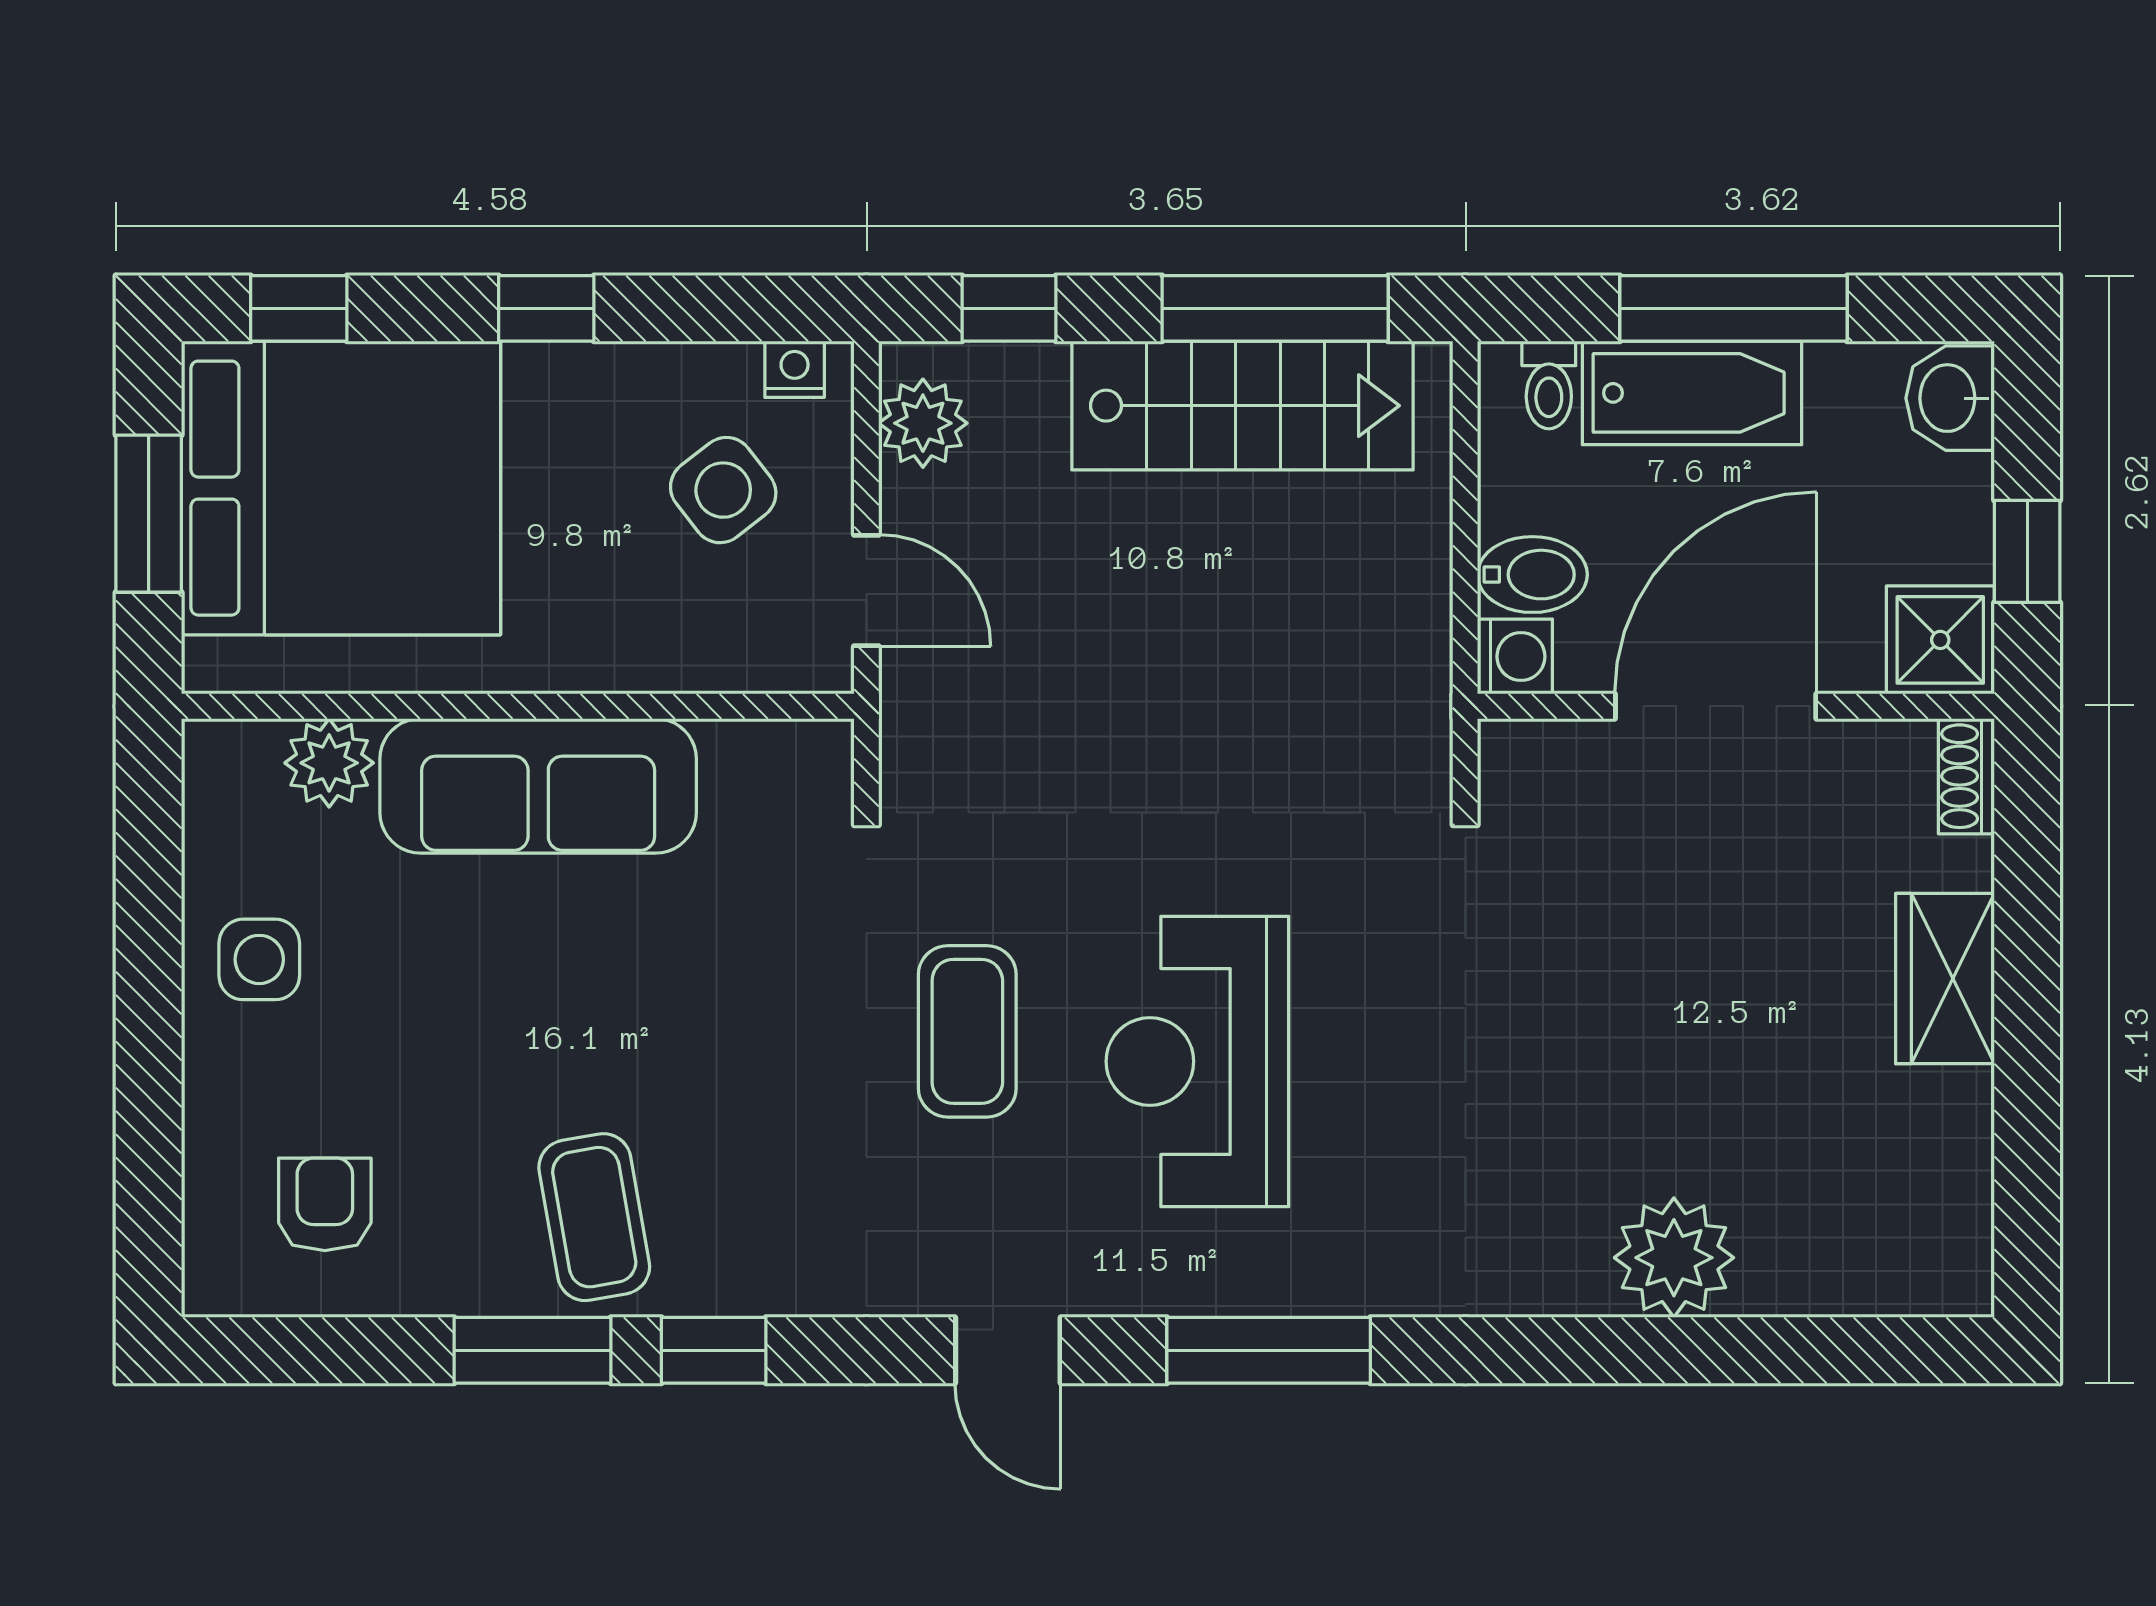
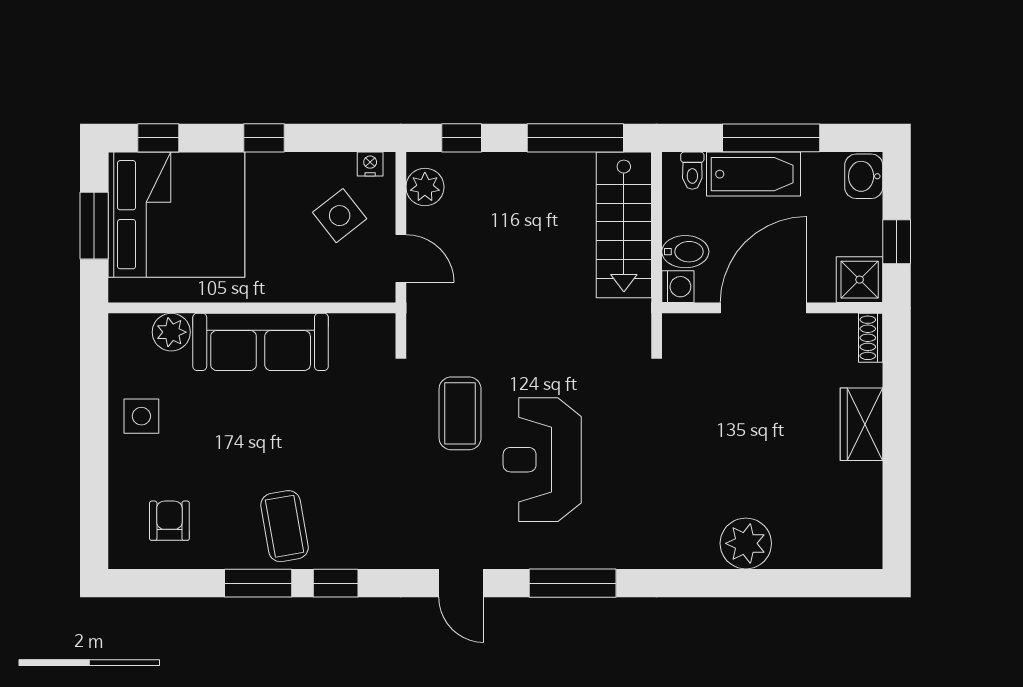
stairs: (1242, 406) -> (624, 225), moved, turned 90
coffee table: (967, 1031) -> (460, 413), moved

